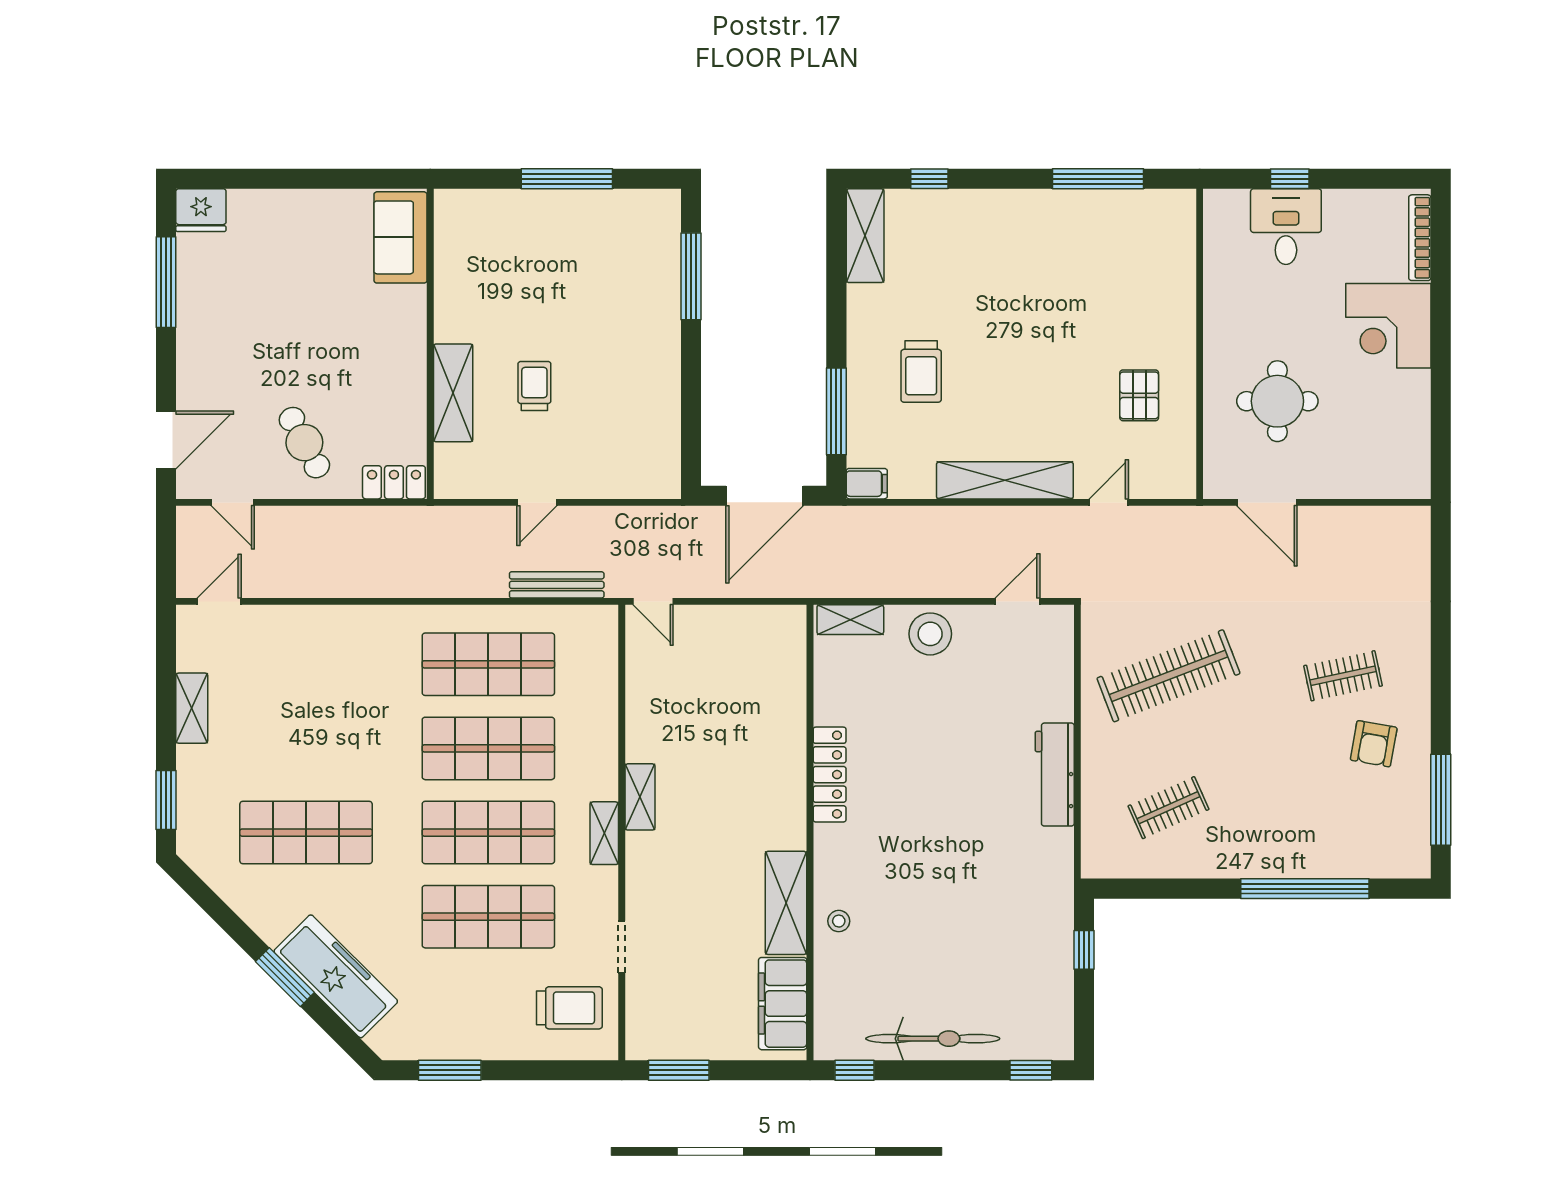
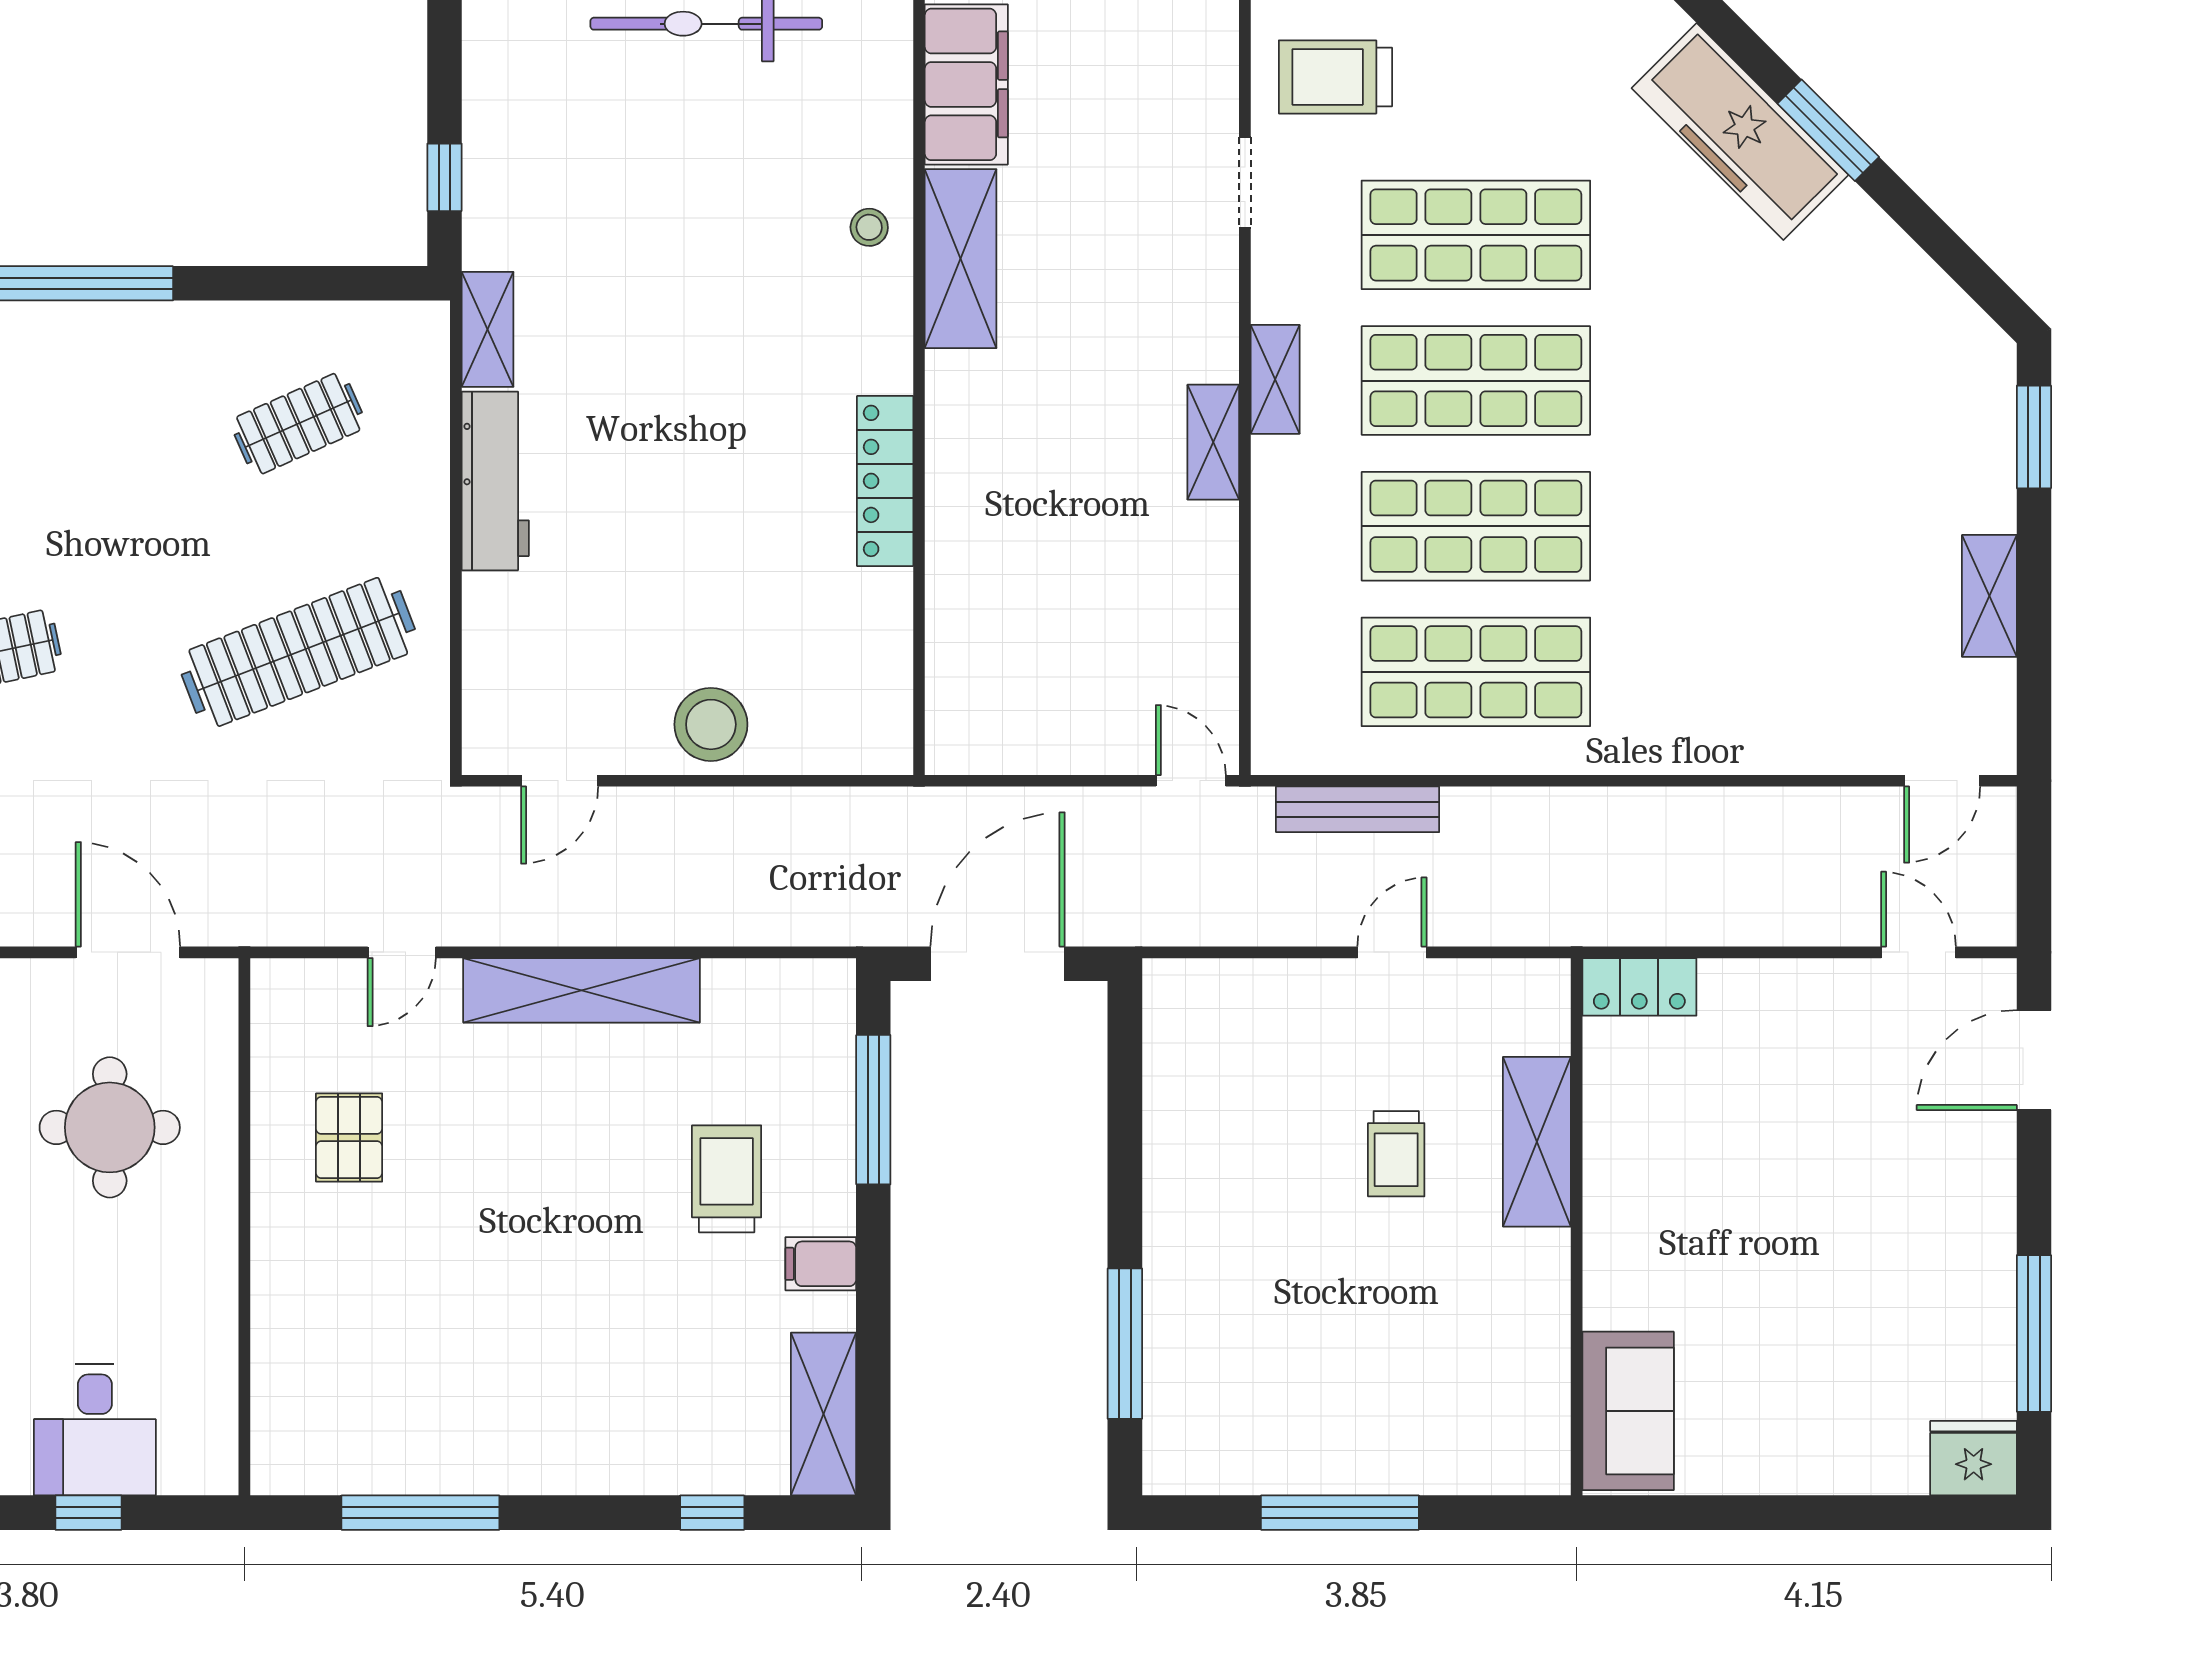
cafe table: (304, 443) -> (1794, 1056), removed
filing cabinet: (867, 484) -> (821, 1264), moved
shelving: (850, 620) -> (488, 329), moved, turned 90
shop shelf: (306, 833) -> (1792, 381), removed

